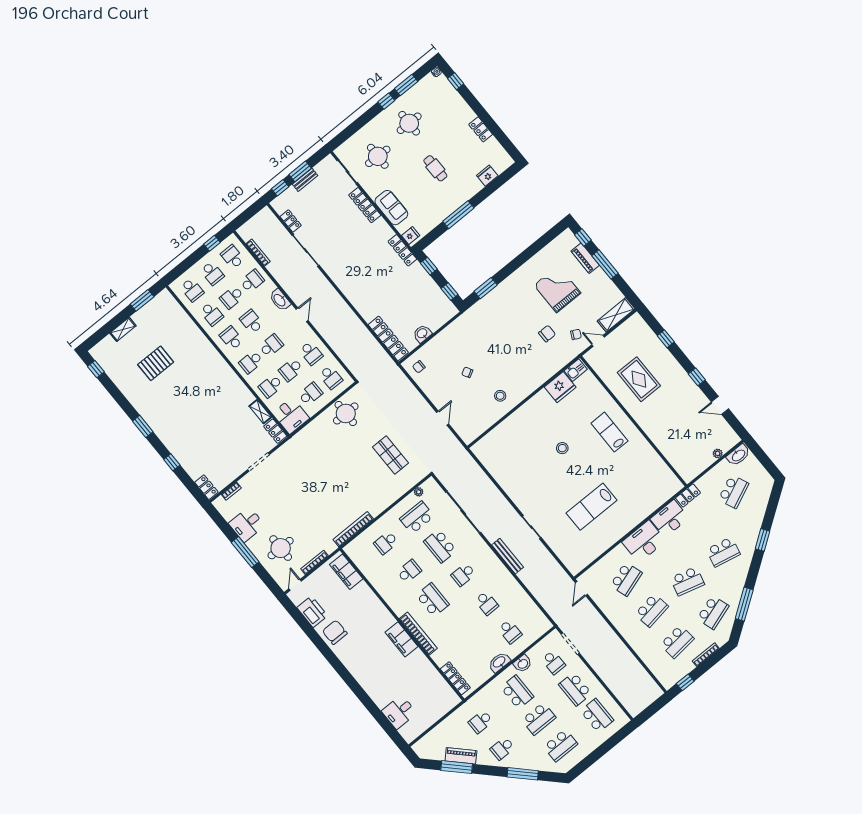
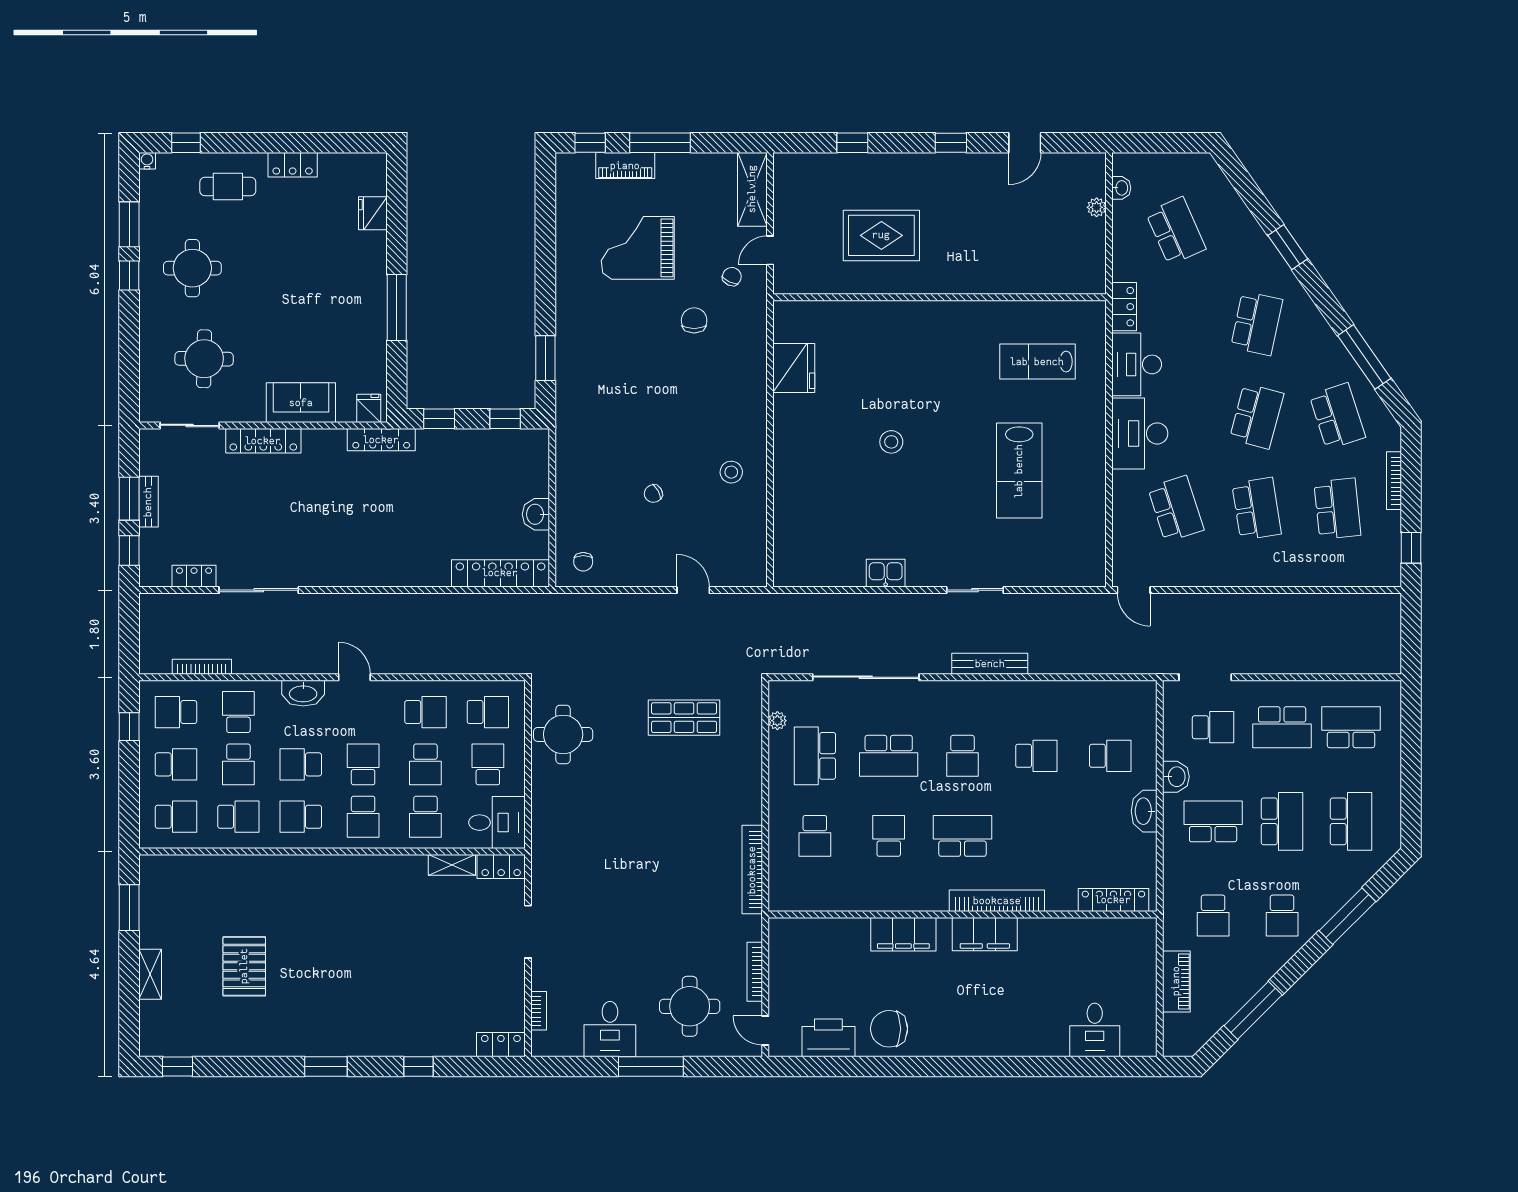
cafe table: (435, 168) -> (228, 186), moved
kitchen sink: (576, 370) -> (886, 573), moved, turned -90
lab bench: (609, 432) -> (1037, 362), moved
washbasin: (738, 455) -> (1121, 188), width x0.52, depth x0.69
filing cabinet: (346, 572) -> (903, 934), moved
piano: (461, 756) -> (1176, 981), moved, turned 135

